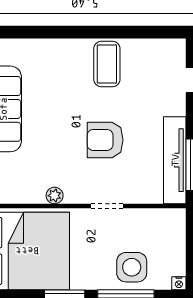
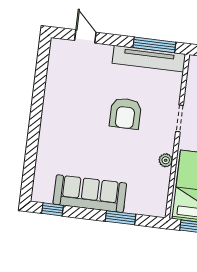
coffee table: (107, 64) -> (64, 104), removed

